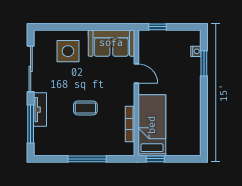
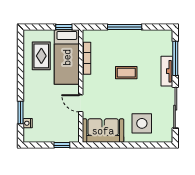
rug: (181, 127) -> (41, 56), added

